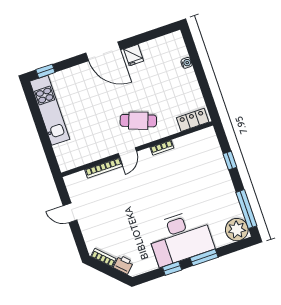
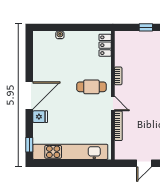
fridge: (134, 55) -> (40, 117), moved
kitchen unit: (50, 110) -> (70, 152), width x1.36
cafe table: (138, 121) -> (91, 87), turned 70

